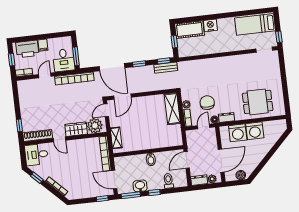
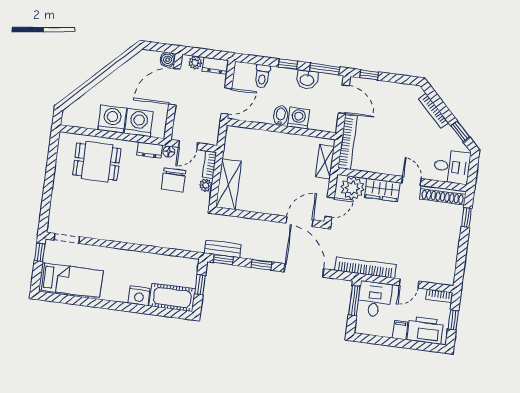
washing machine: (139, 161) -> (298, 118), added
boiler: (241, 175) -> (168, 60), moved

